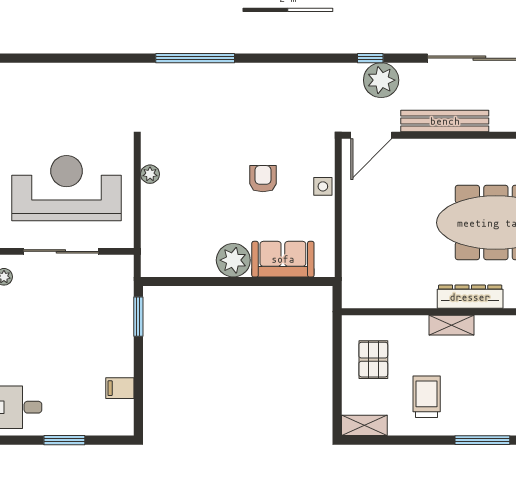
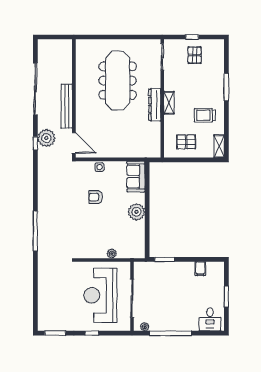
plant: (150, 174) -> (112, 254), moved
sofa: (283, 259) -> (136, 177), moved
dresser: (470, 297) -> (155, 105), moved

